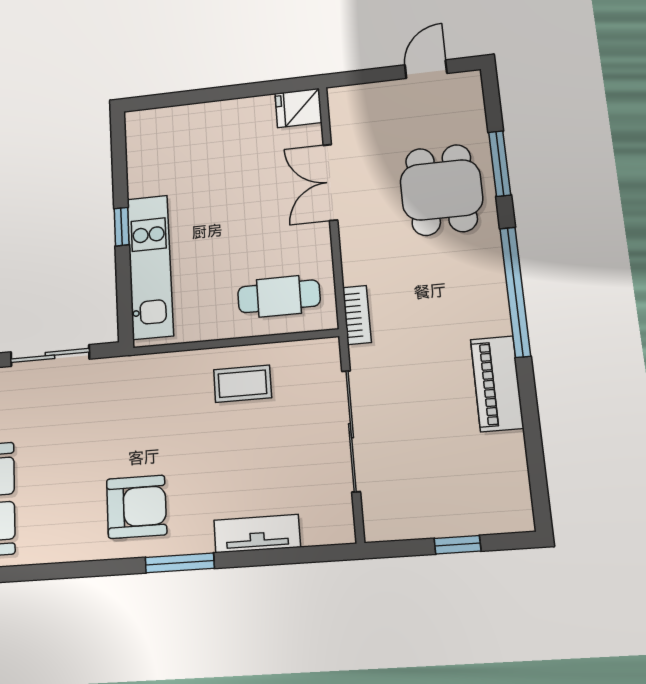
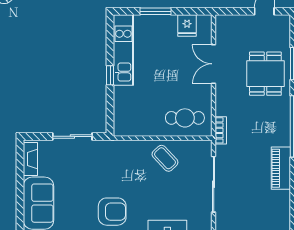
window: (206, 95) -> (155, 11), added
fridge: (298, 108) -> (187, 25), moved, turned -90
kitchen unit: (150, 267) -> (123, 50), moved
coffee table: (242, 384) -> (165, 158), turned 47

